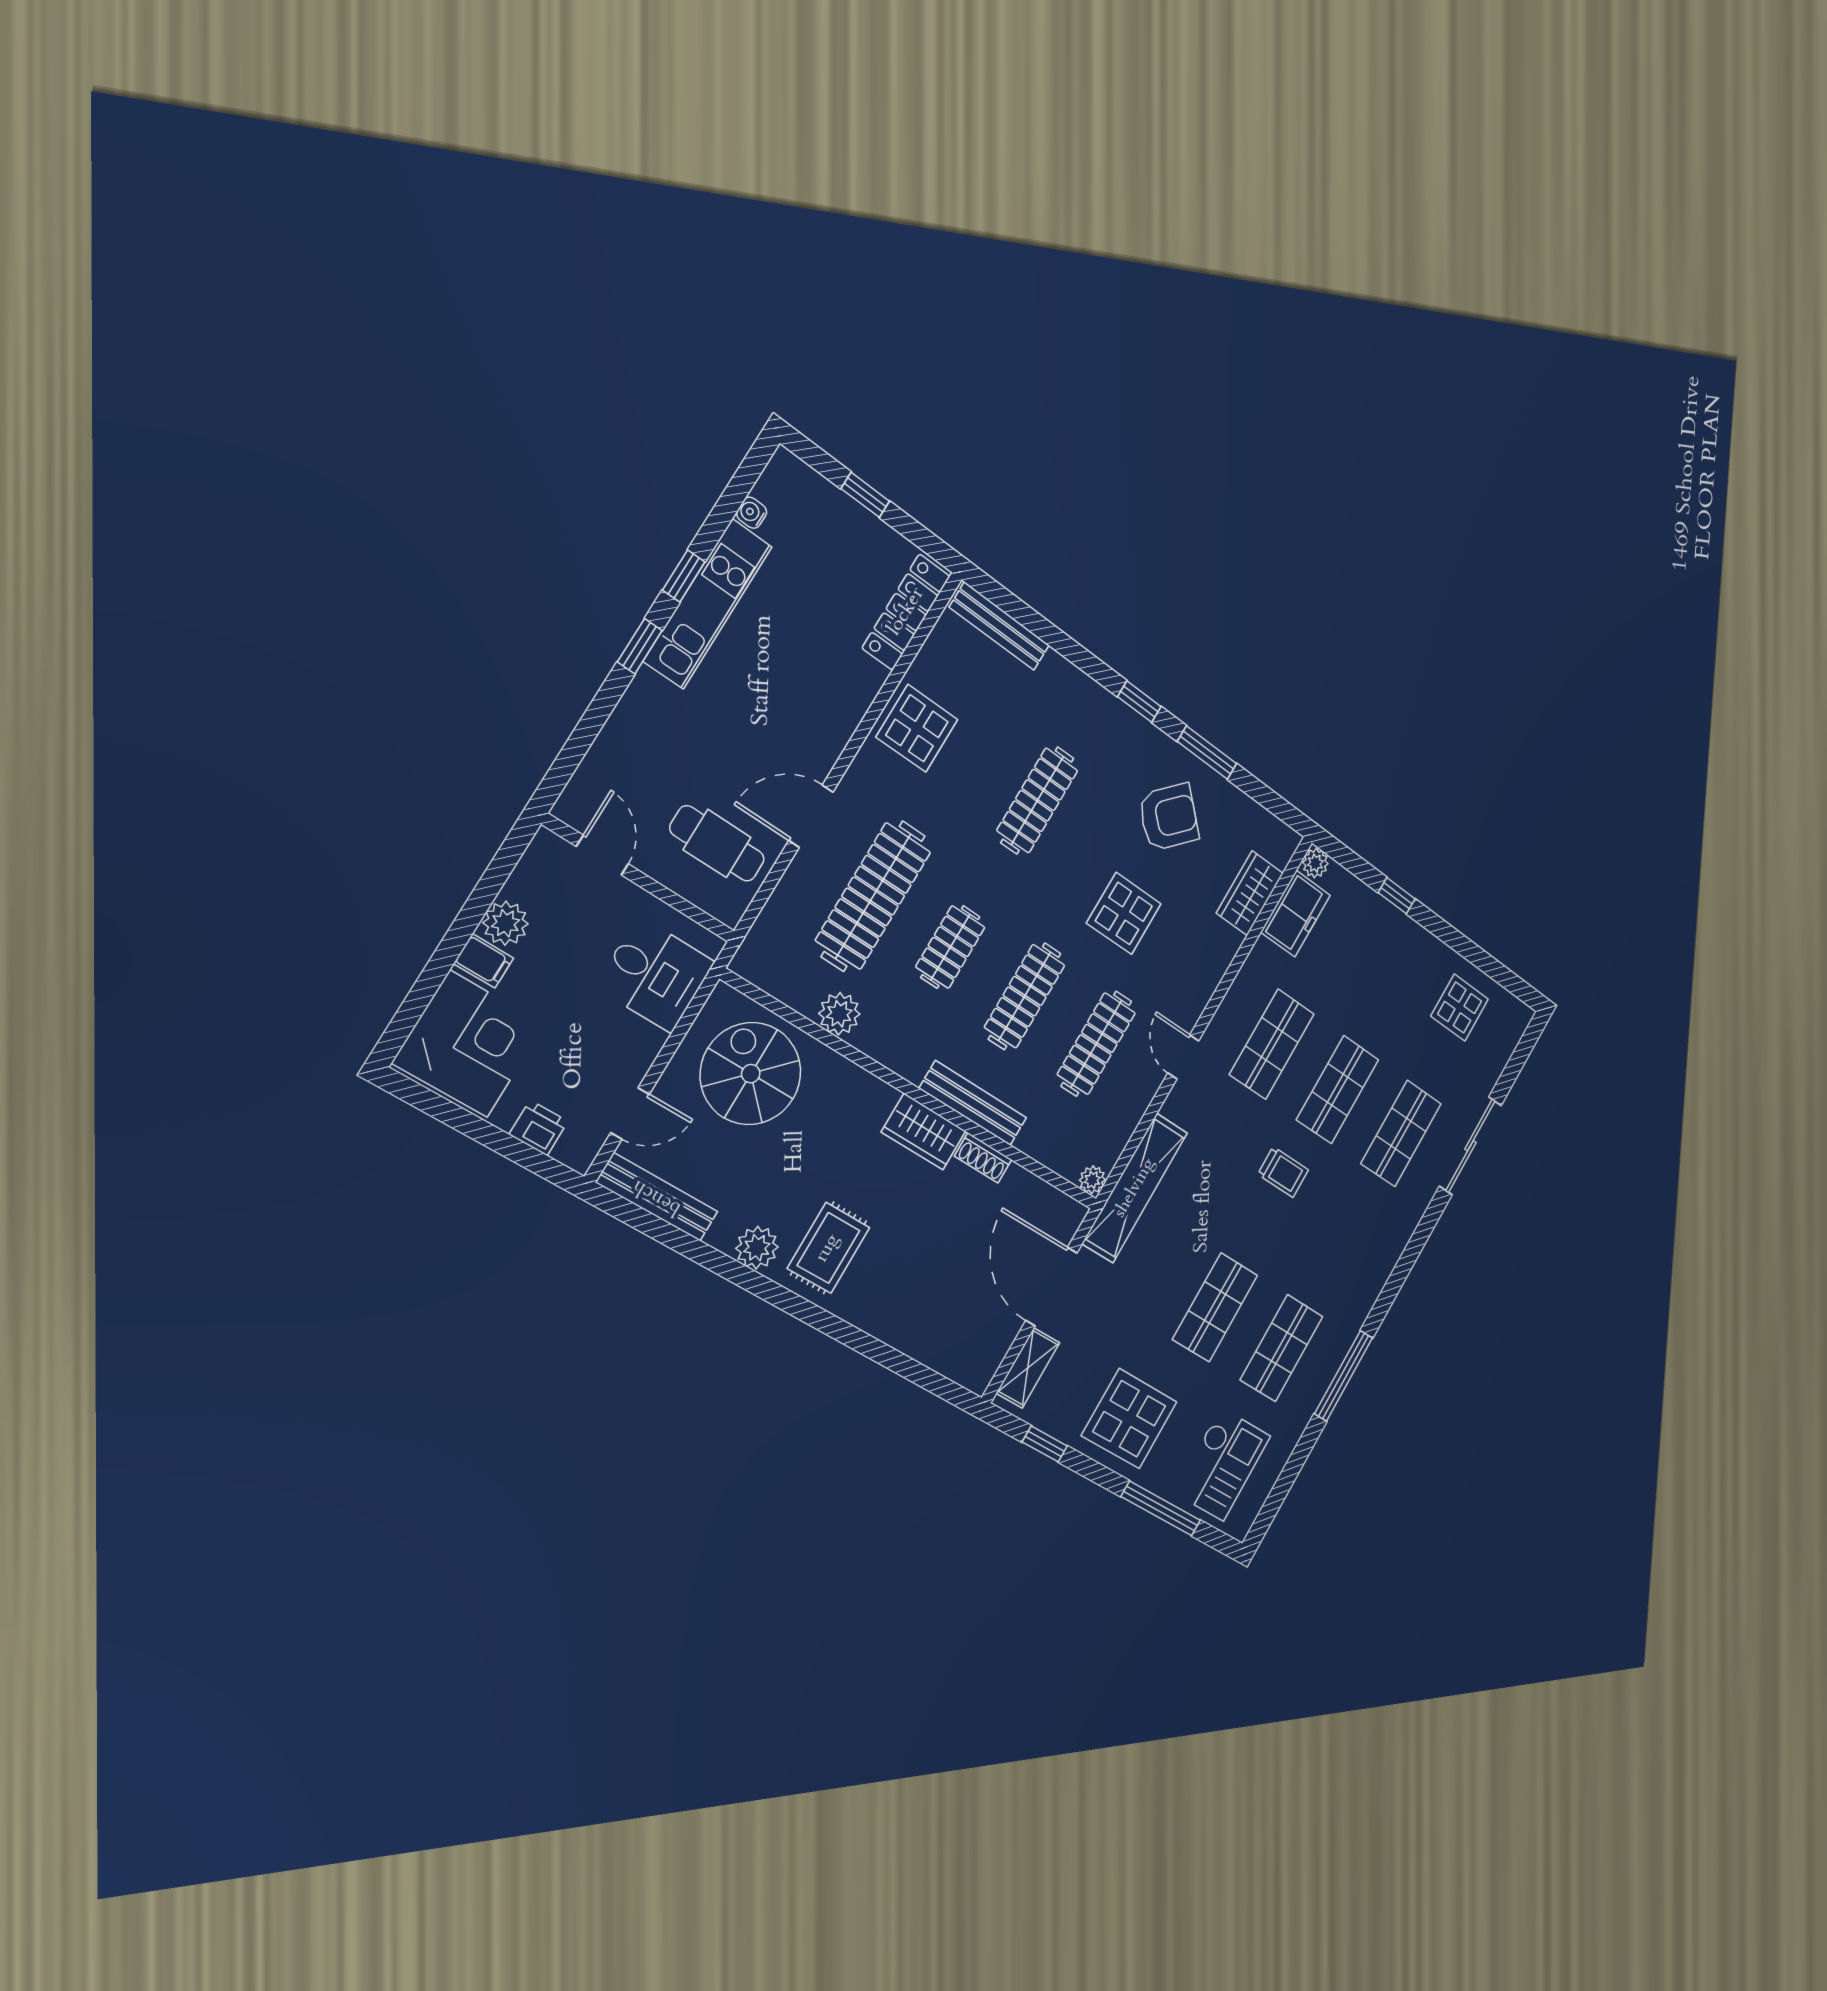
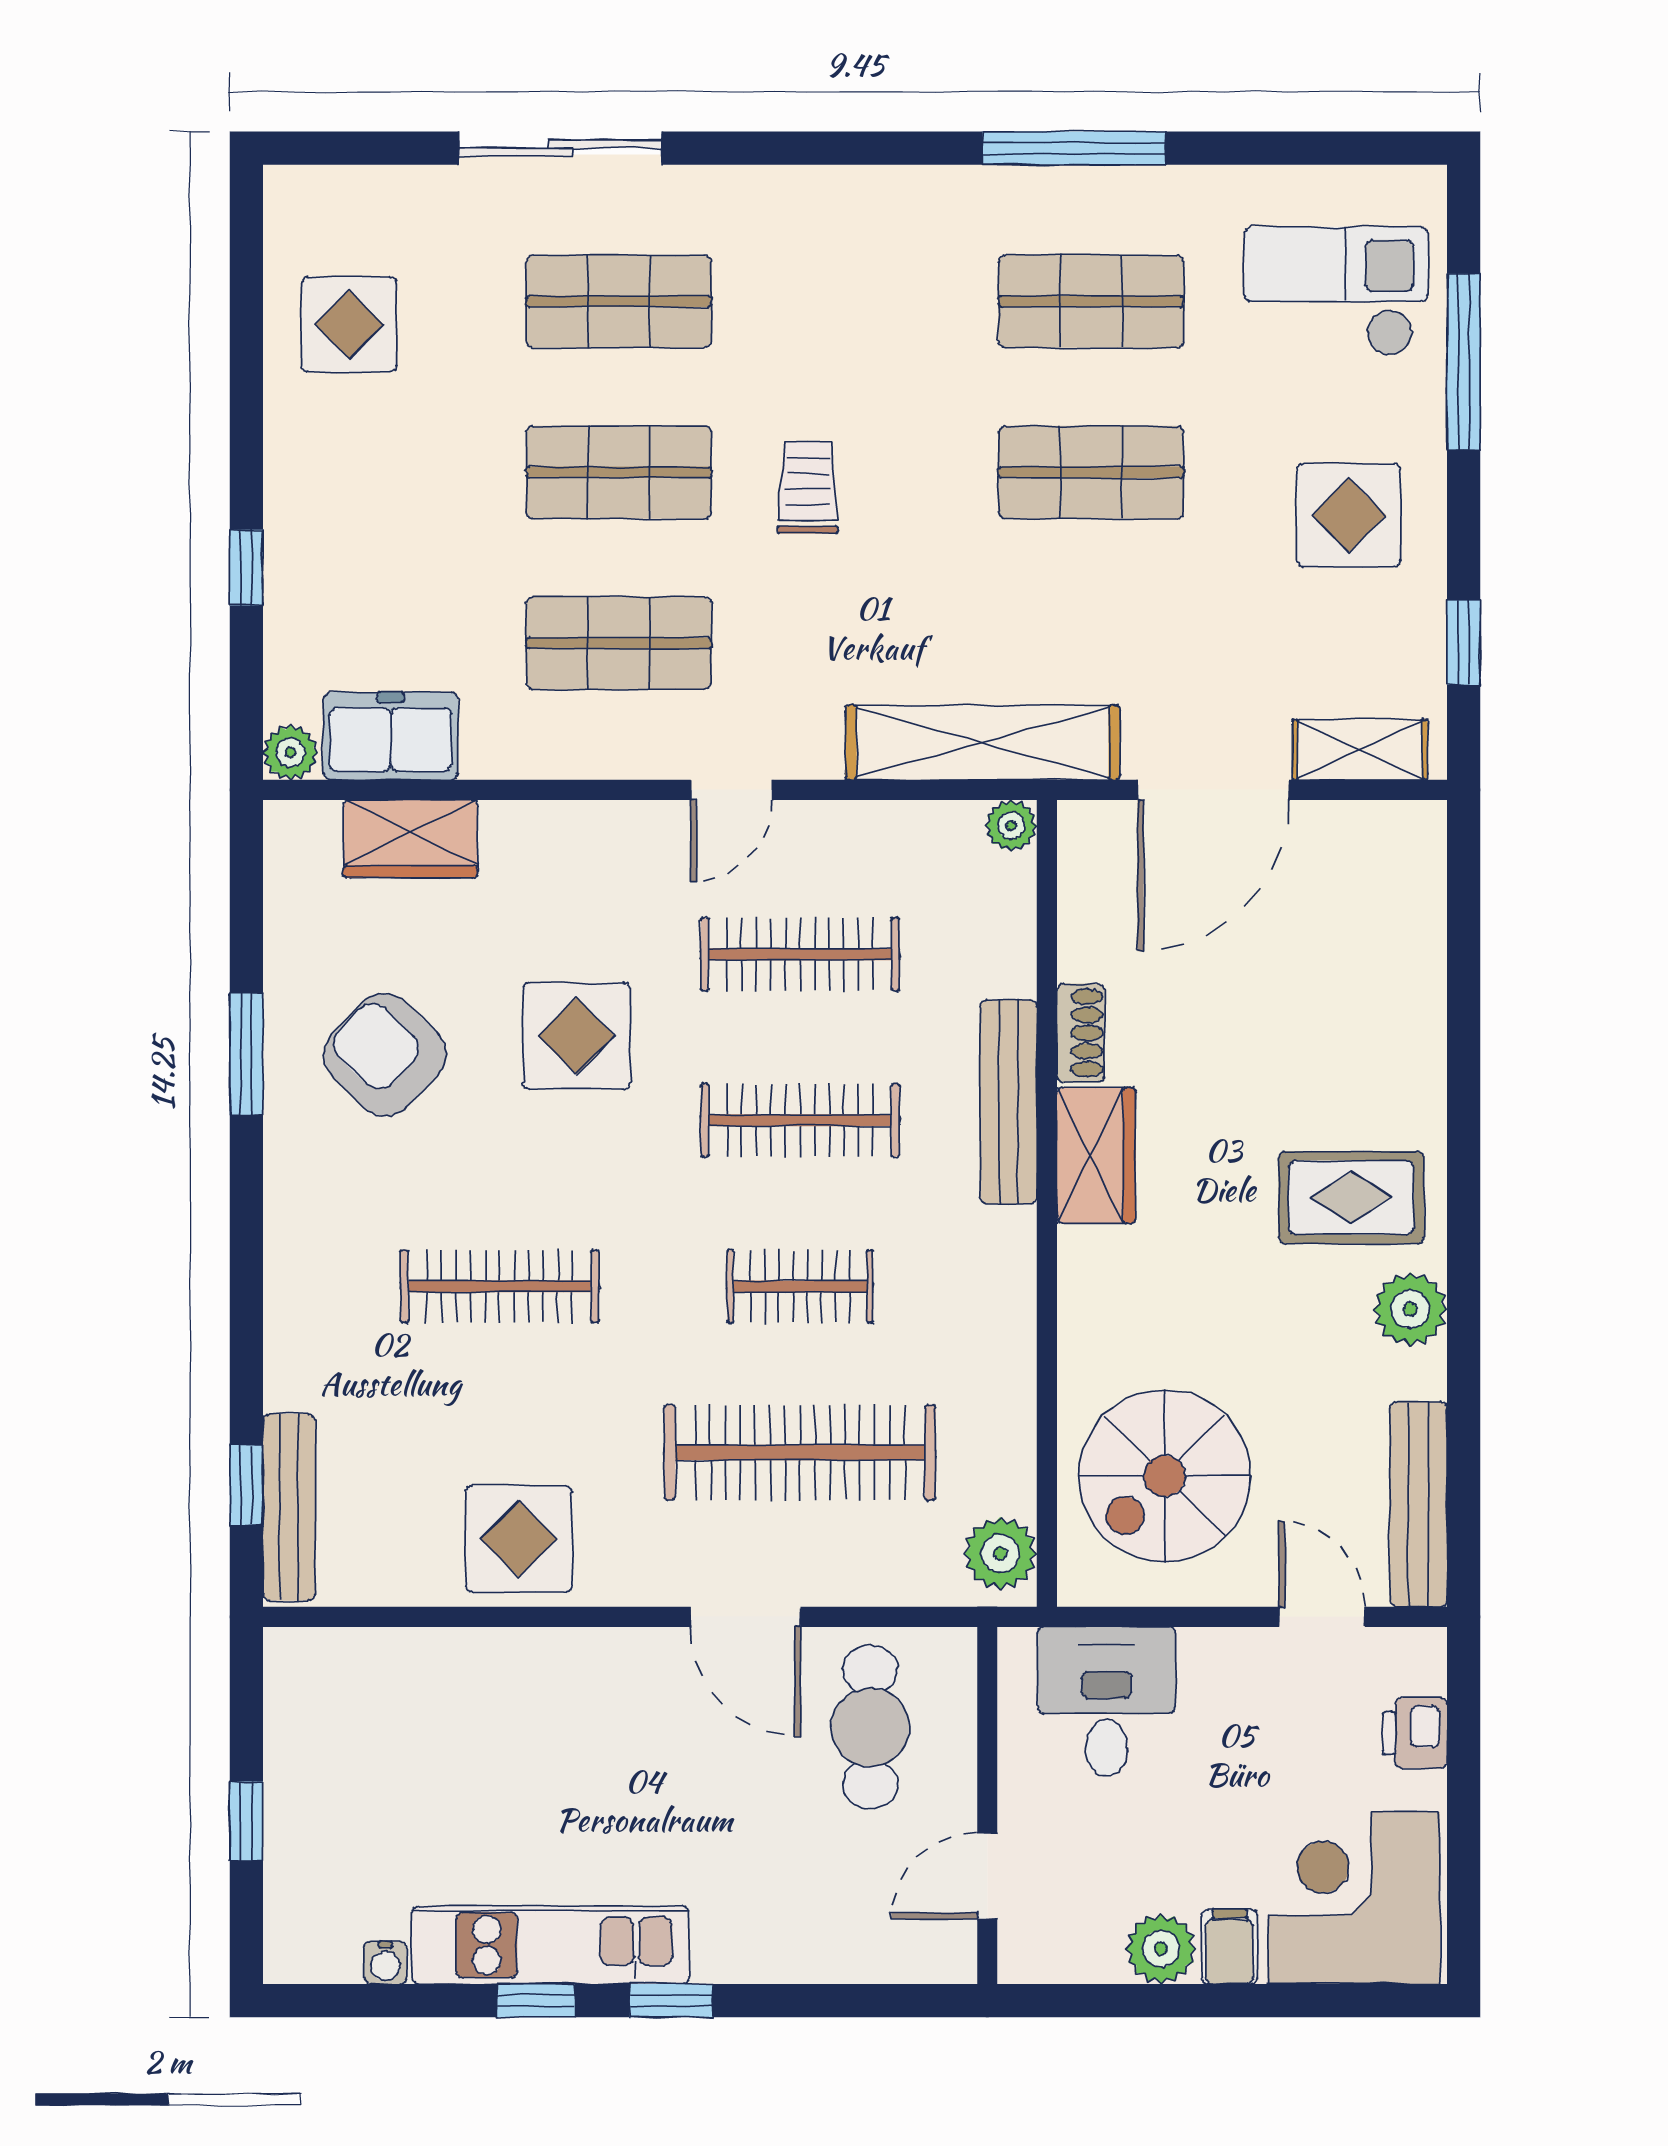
locker: (906, 612) -> (366, 1659), removed
window: (1139, 702) -> (246, 1485), moved
plant: (839, 1014) -> (1000, 1553), moved
display table: (1129, 1419) -> (1349, 515), width x0.73, depth x0.73

